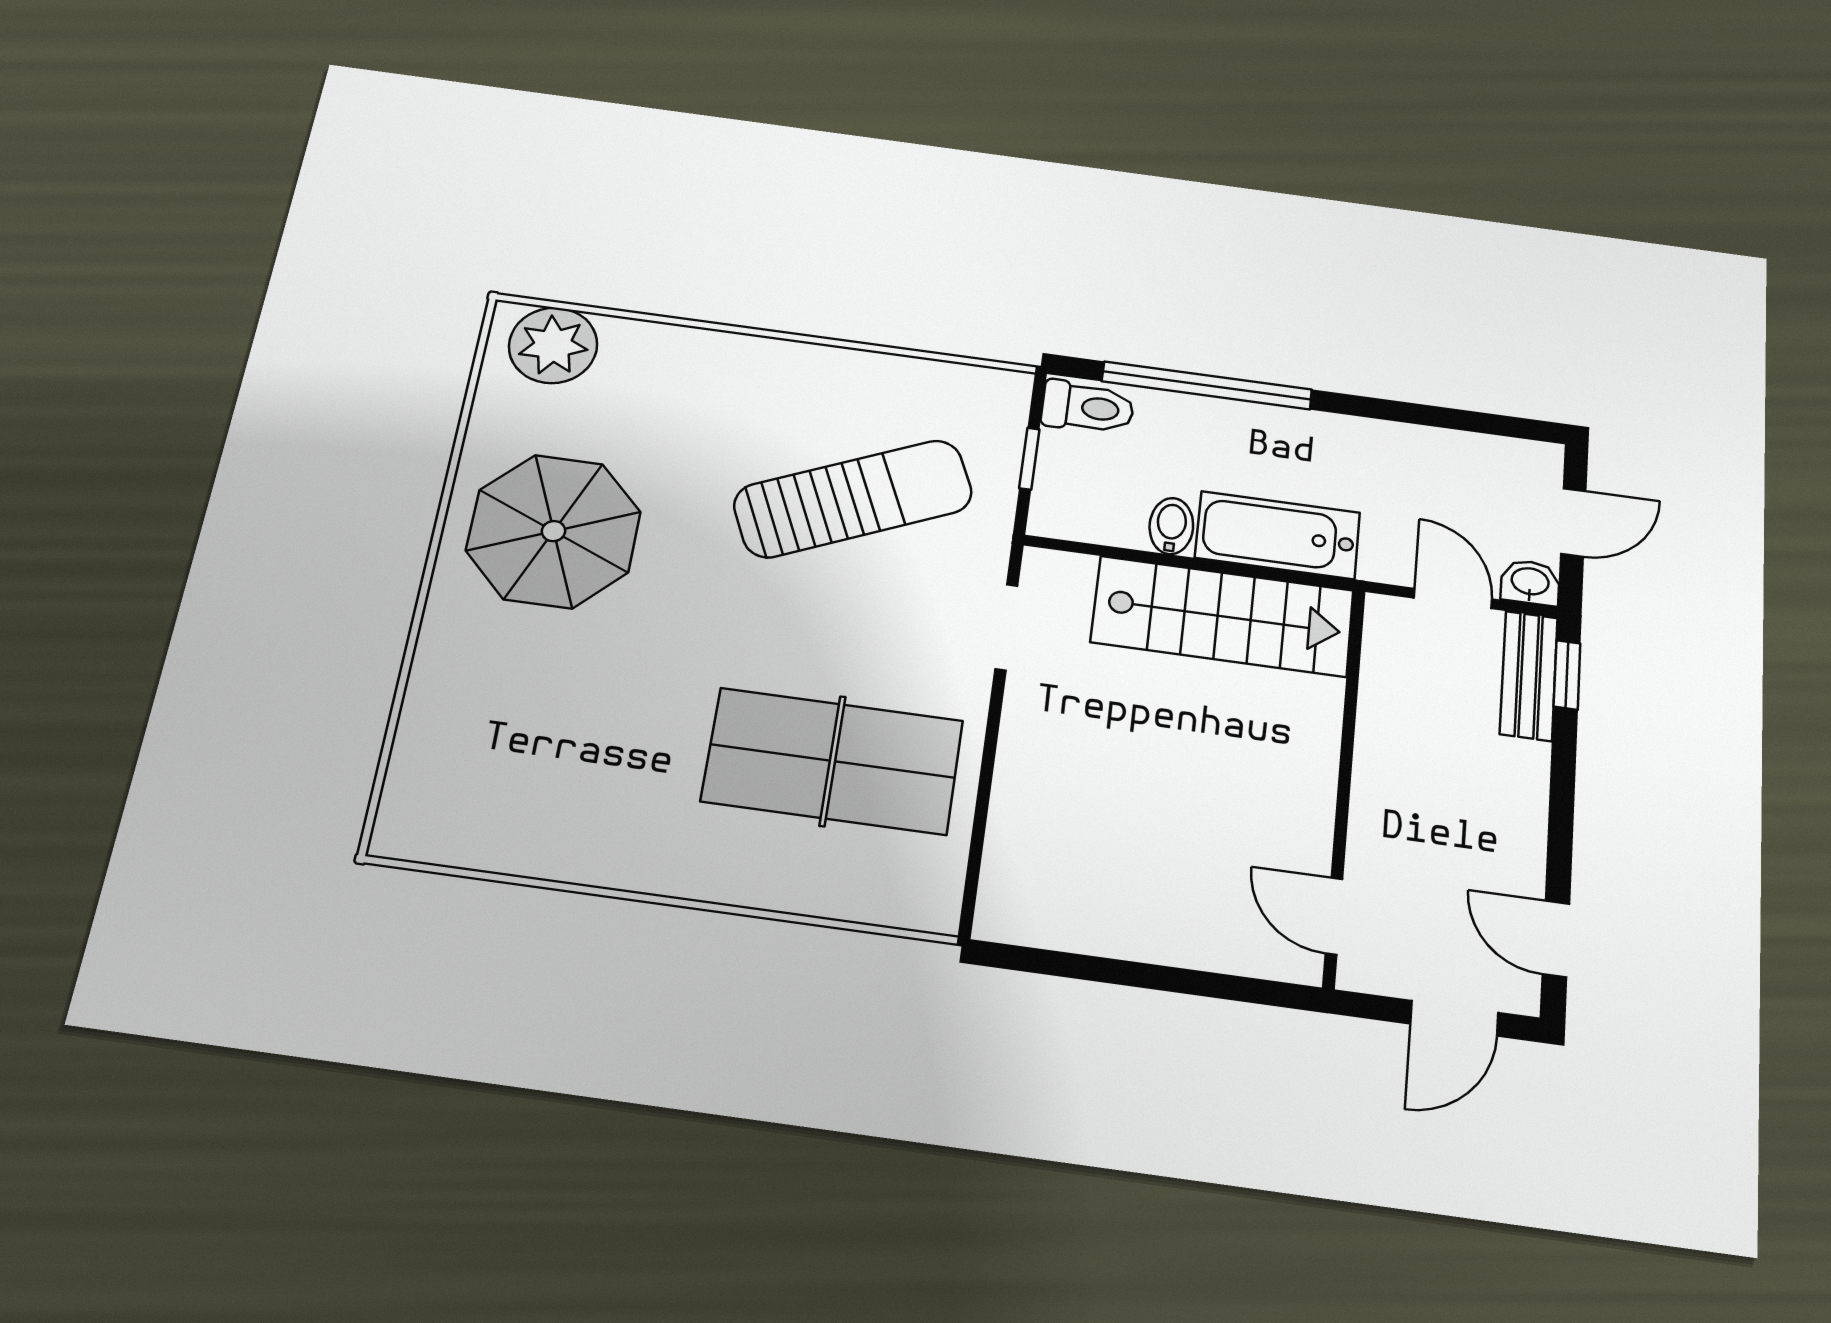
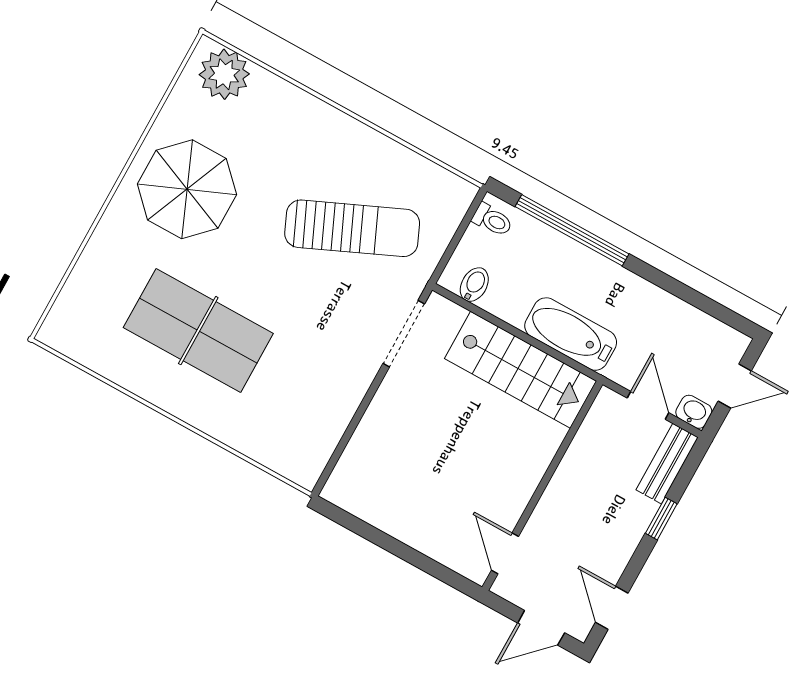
toilet: (1088, 407) -> (492, 220), width x0.73, depth x0.72
window: (1029, 459) -> (456, 239), removed
bidet: (1171, 526) -> (474, 285), moved
doorway: (1006, 627) -> (404, 334), width x1.38
window: (1567, 675) -> (661, 519), moved
table tennis table: (832, 761) -> (198, 331), moved

